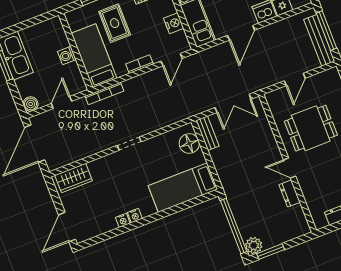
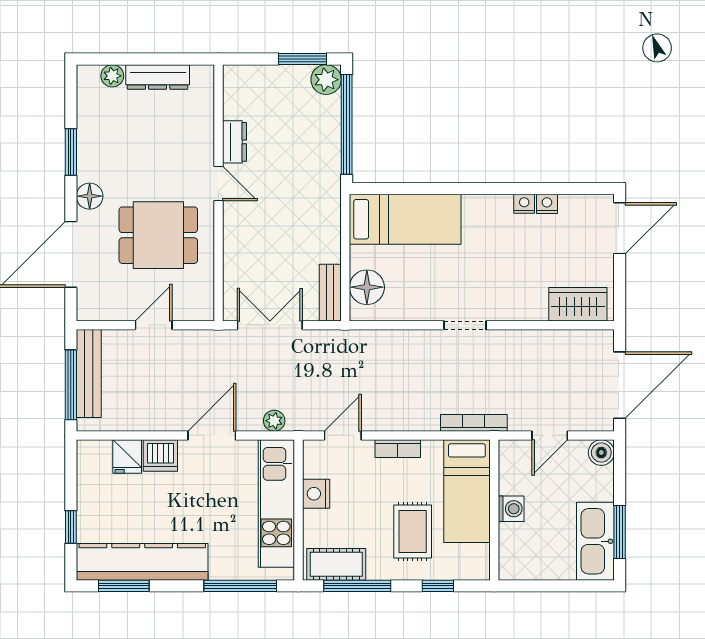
plant: (211, 53) -> (274, 421), added
nightstand: (135, 216) -> (547, 204), moved

